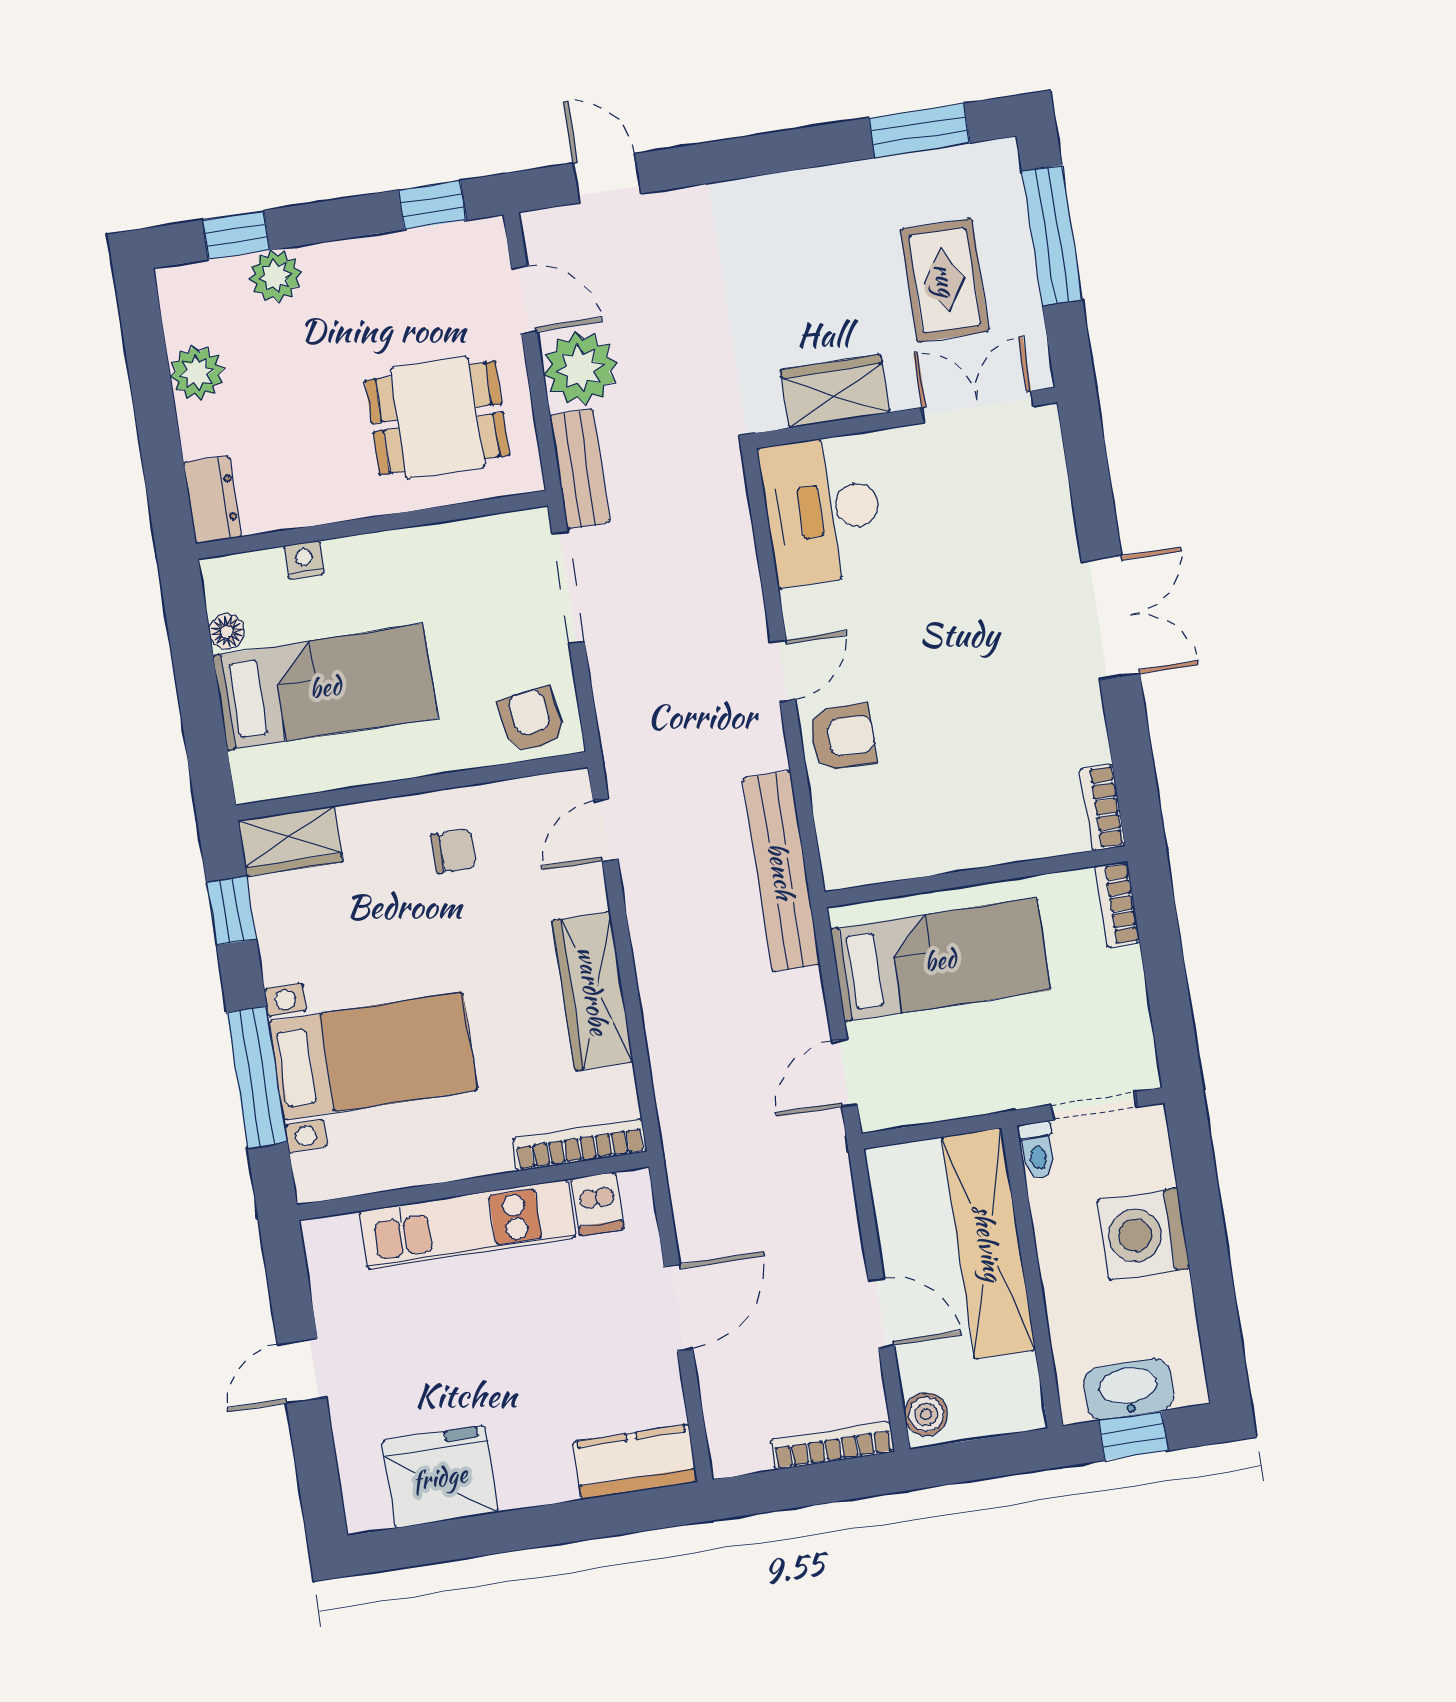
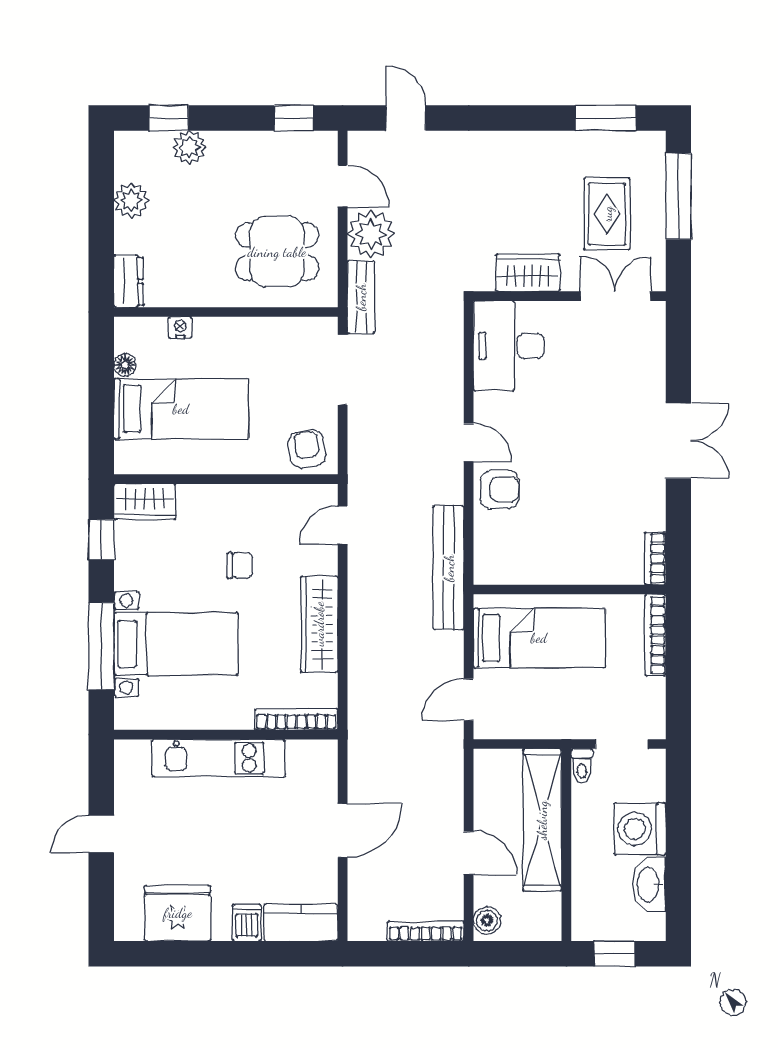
door: (783, 671) -> (469, 443), hinge flipped
chair: (454, 851) -> (240, 565), moved
bookcase: (1117, 904) -> (655, 635), width x1.56
dishwasher: (598, 1204) -> (247, 923), moved, turned 180
washbasin: (1129, 1389) -> (649, 885), moved, turned -90

